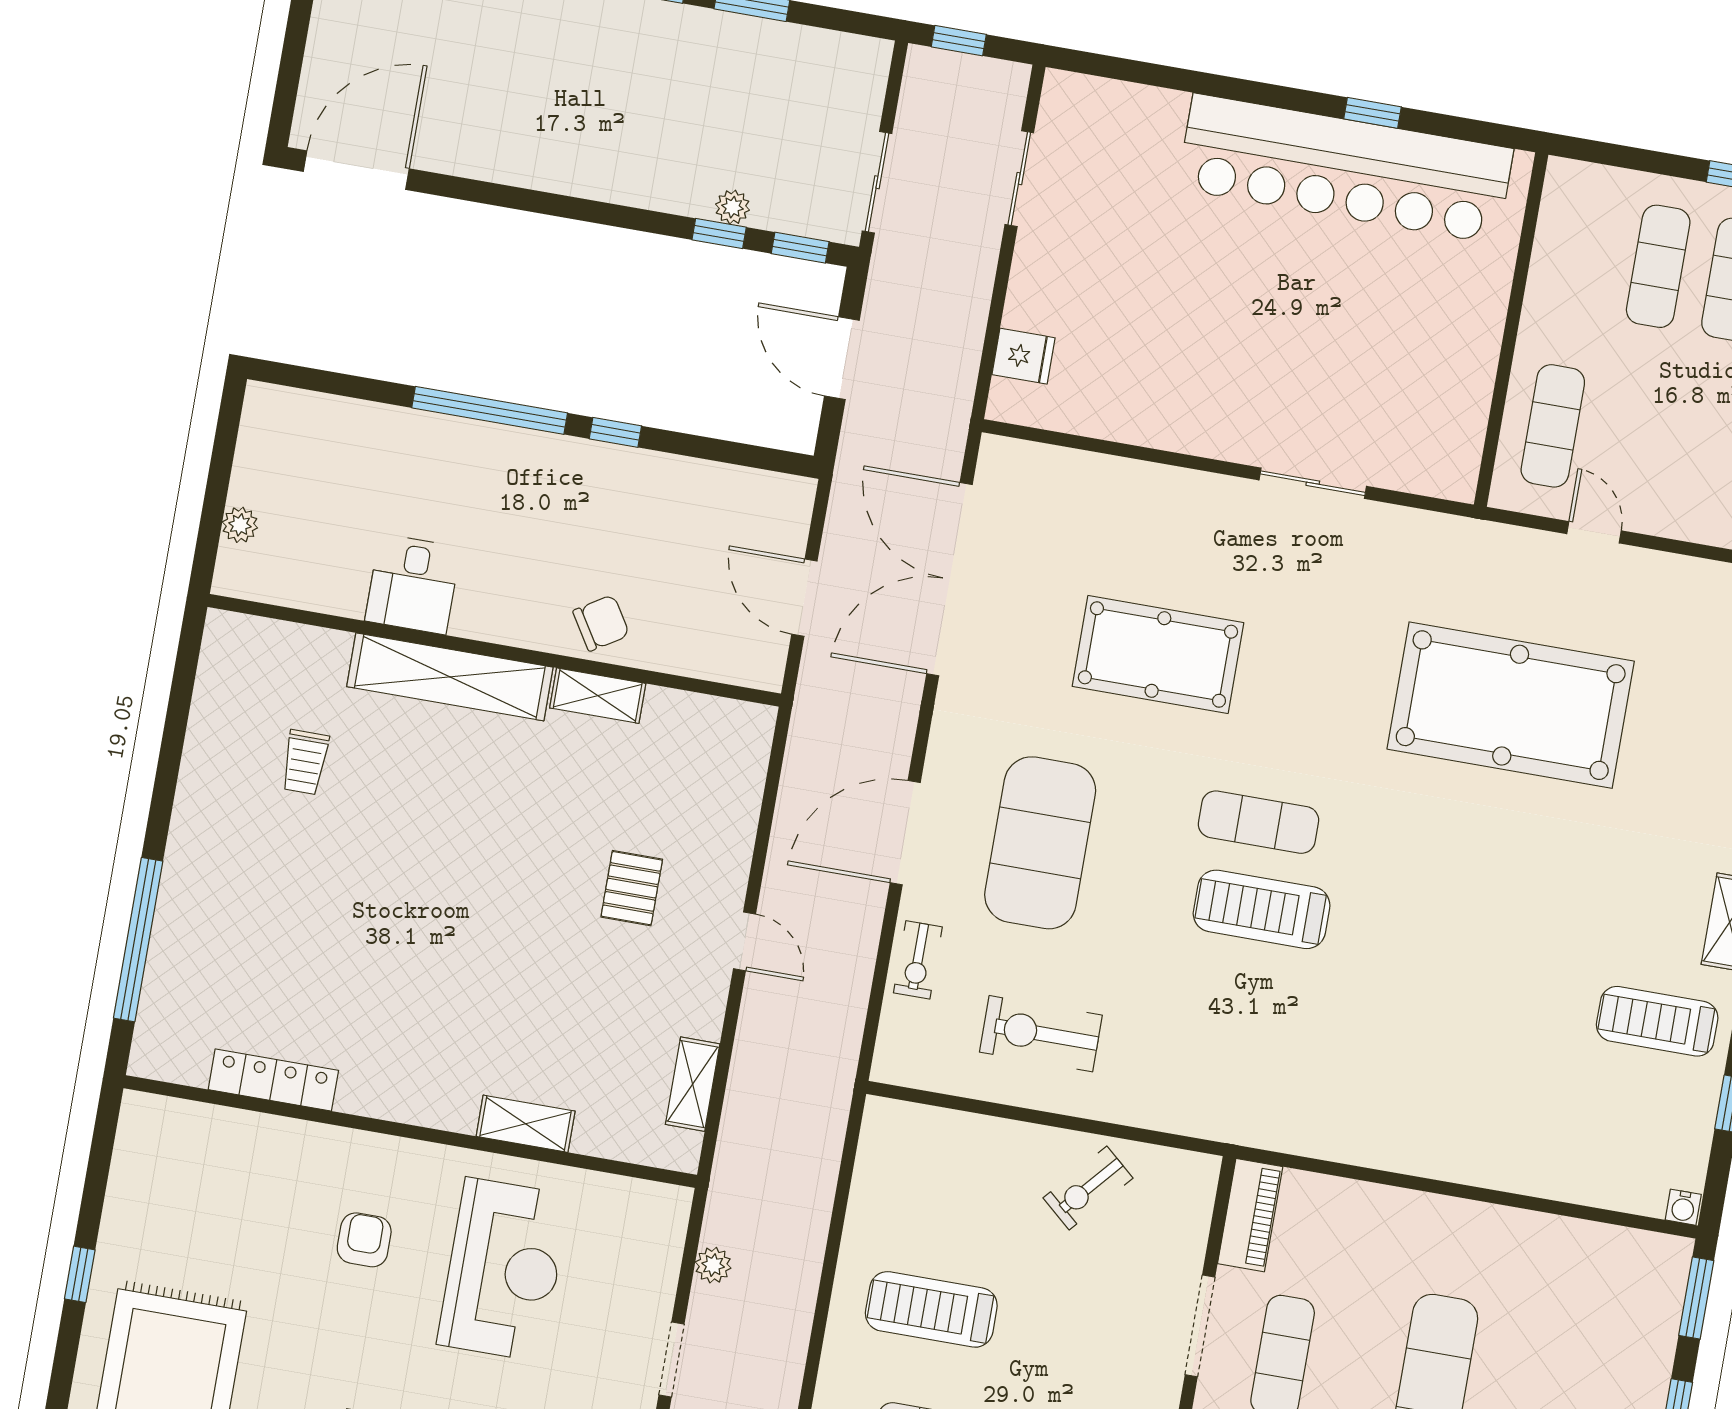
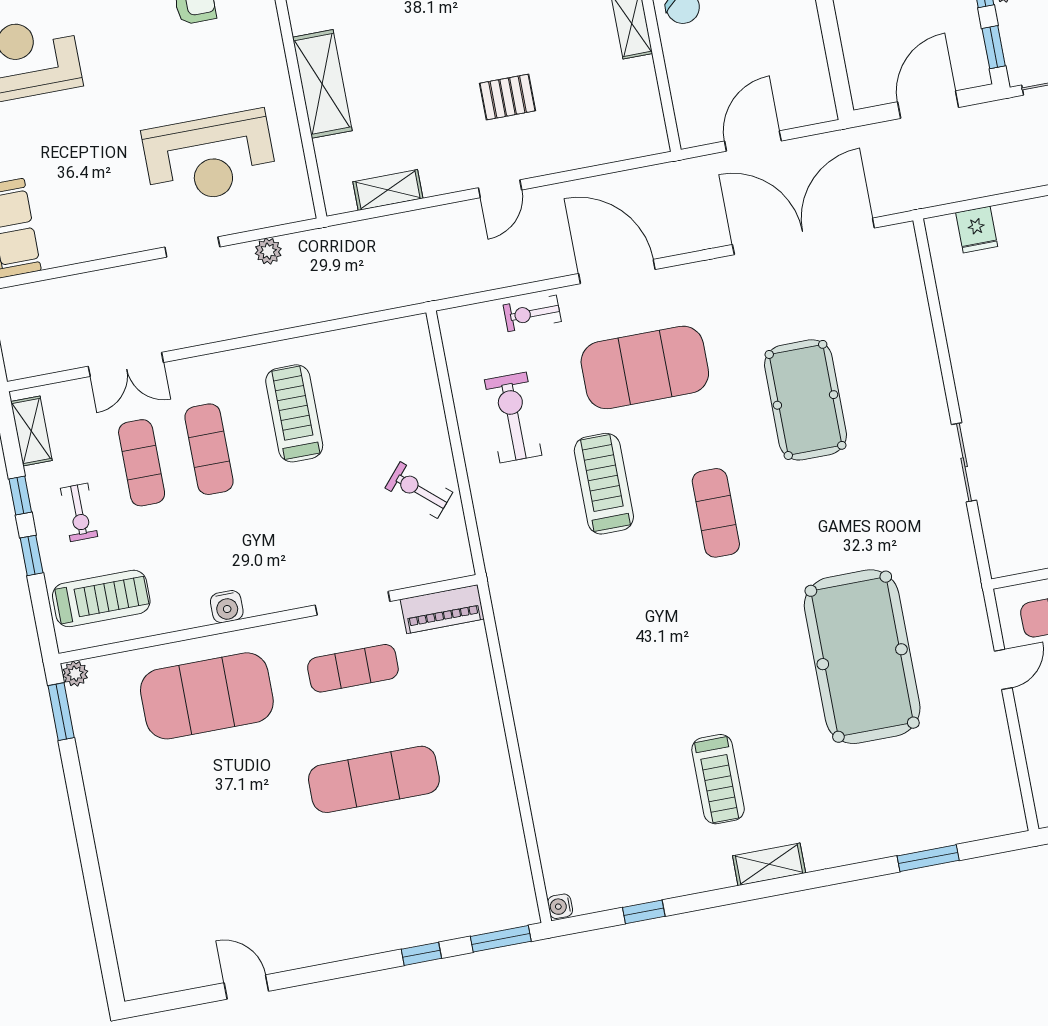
treadmill: (1262, 909) -> (604, 484), moved
treadmill: (1657, 1021) -> (718, 779), moved, turned 180
shelving: (526, 1124) -> (322, 84), width x1.50, depth x1.33
reception desk: (503, 1270) -> (210, 158), moved

